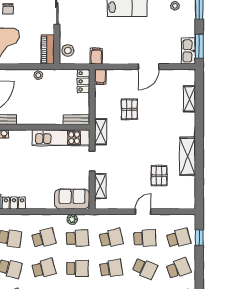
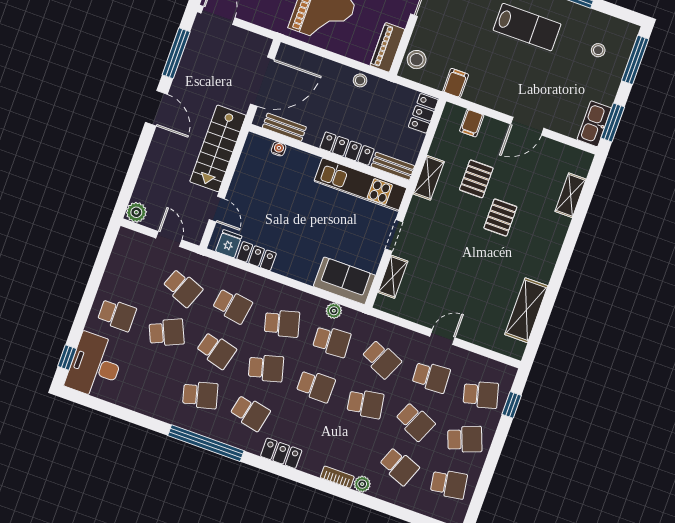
filing cabinet: (100, 77) -> (472, 123), moved
locker: (45, 119) -> (347, 149), added
shelving: (101, 132) -> (429, 178), moved
shelving: (188, 156) -> (526, 310), moved
pallet: (159, 176) -> (500, 217), moved
school desk: (111, 238) -> (381, 359), turned 36

